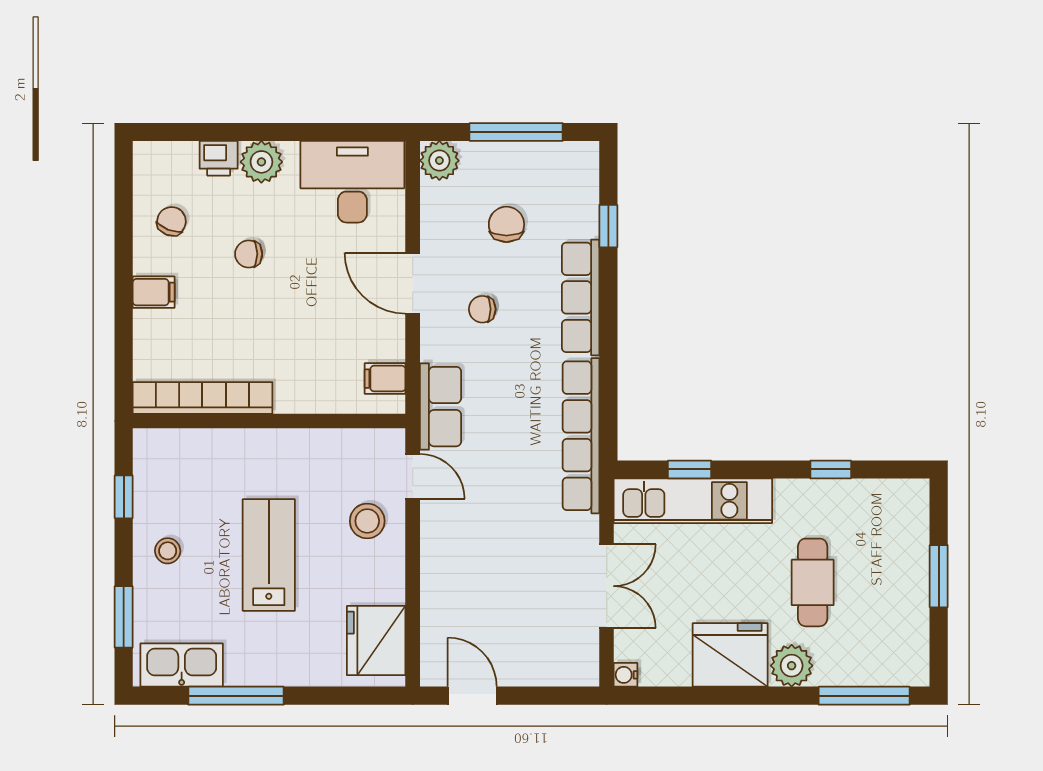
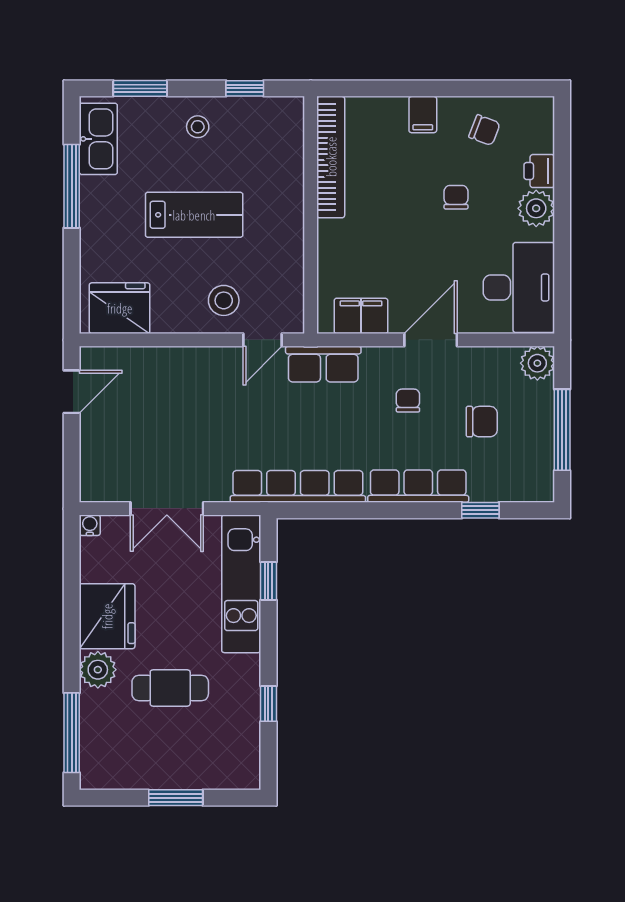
filing cabinet: (385, 379) -> (361, 316), width x2.00

